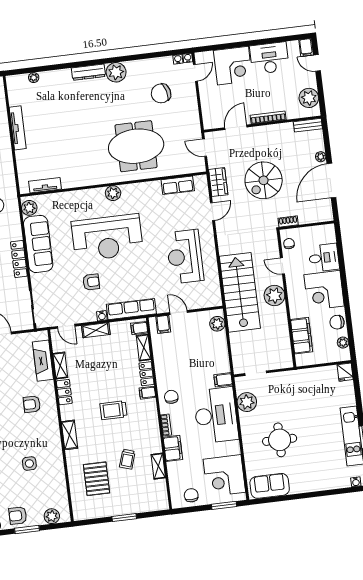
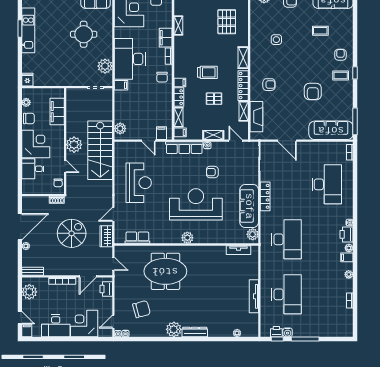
printer: (210, 114) -> (106, 289), added
pallet: (101, 377) -> (214, 99), added
locker: (64, 392) -> (243, 86), width x1.53
trolley: (127, 459) -> (201, 34), removed

